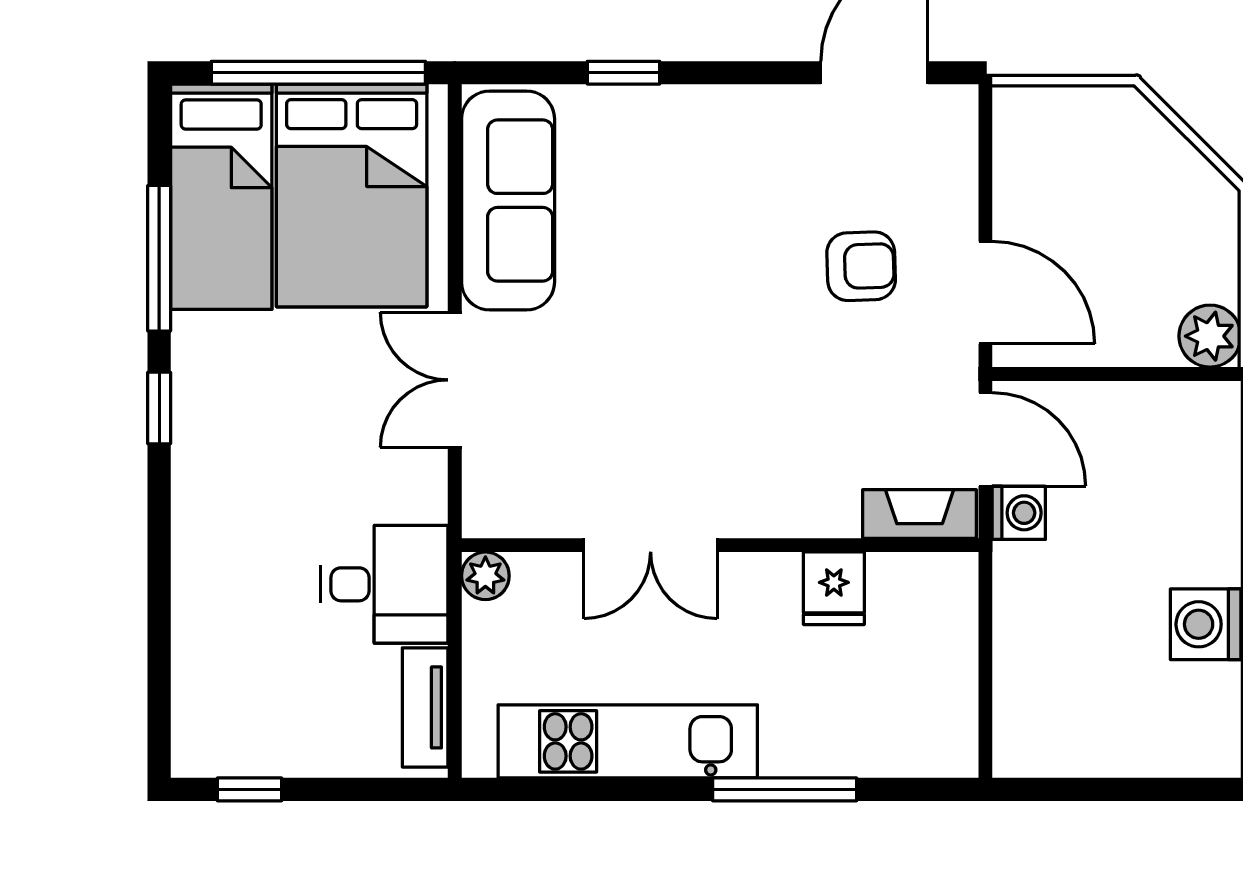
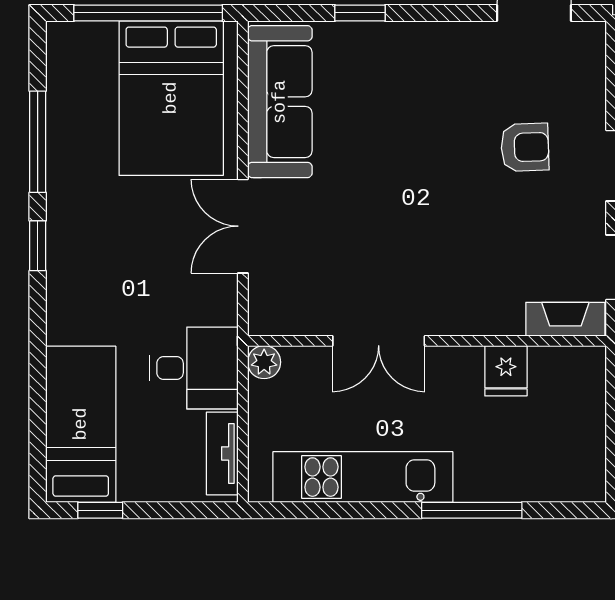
bed: (221, 197) -> (81, 424), moved, turned 180

